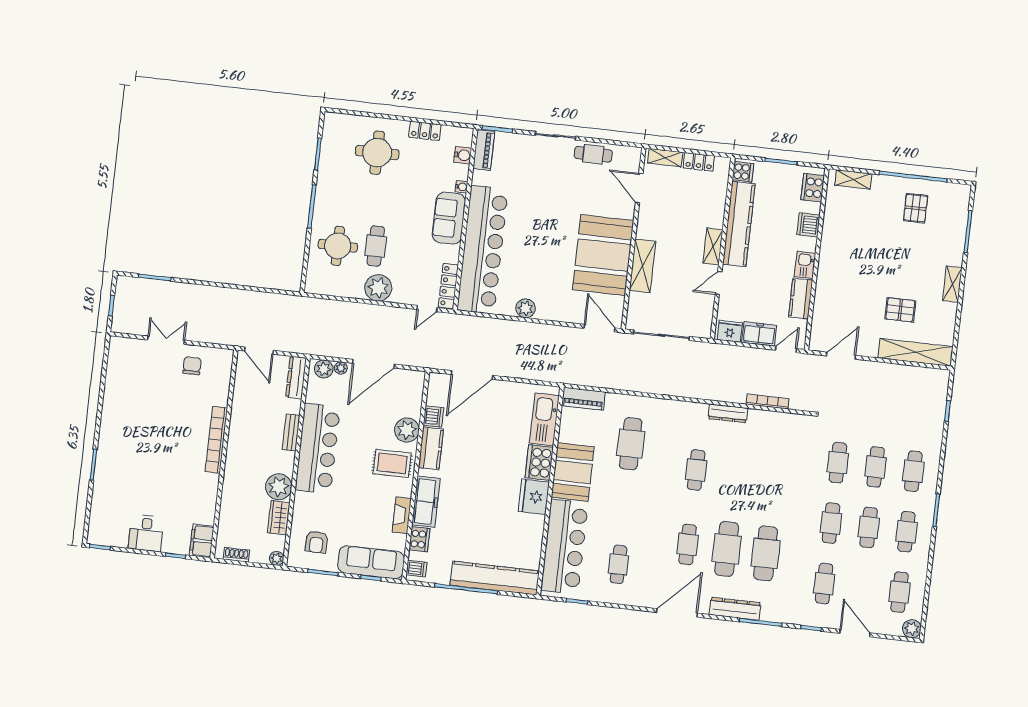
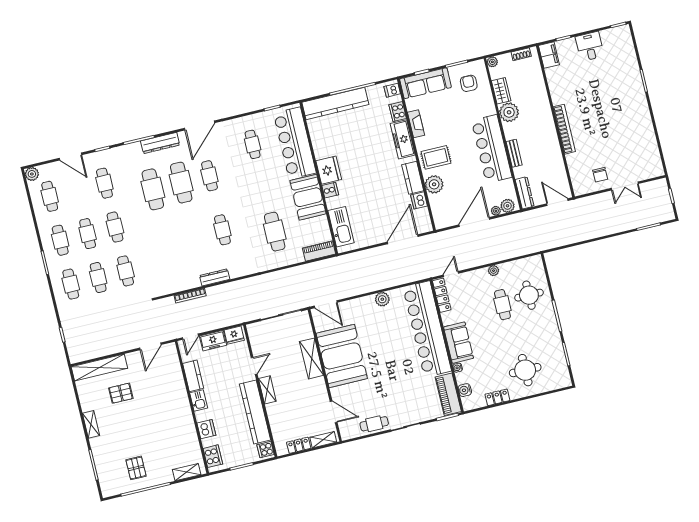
piano: (484, 150) -> (448, 394), width x1.37, depth x1.33
plant: (378, 288) -> (494, 271), width x0.53, depth x0.53
cooker: (539, 463) -> (330, 190), width x0.53, depth x0.76

